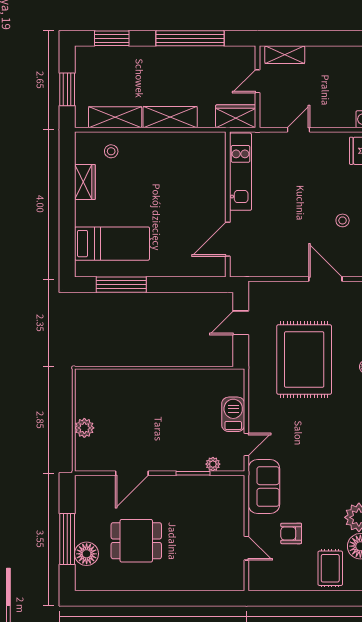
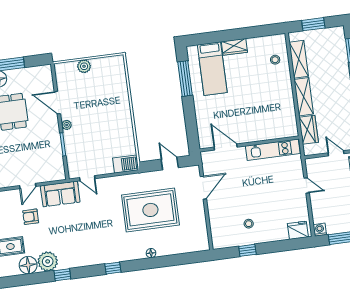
wardrobe: (236, 116) -> (309, 130), moved
wardrobe: (85, 182) -> (234, 47), moved
door: (325, 279) -> (203, 188), moved
barbecue: (233, 414) -> (125, 164), moved
plant: (213, 464) -> (67, 125), moved
armchair: (291, 533) -> (31, 217), turned -90
door: (246, 548) -> (28, 186), moved

